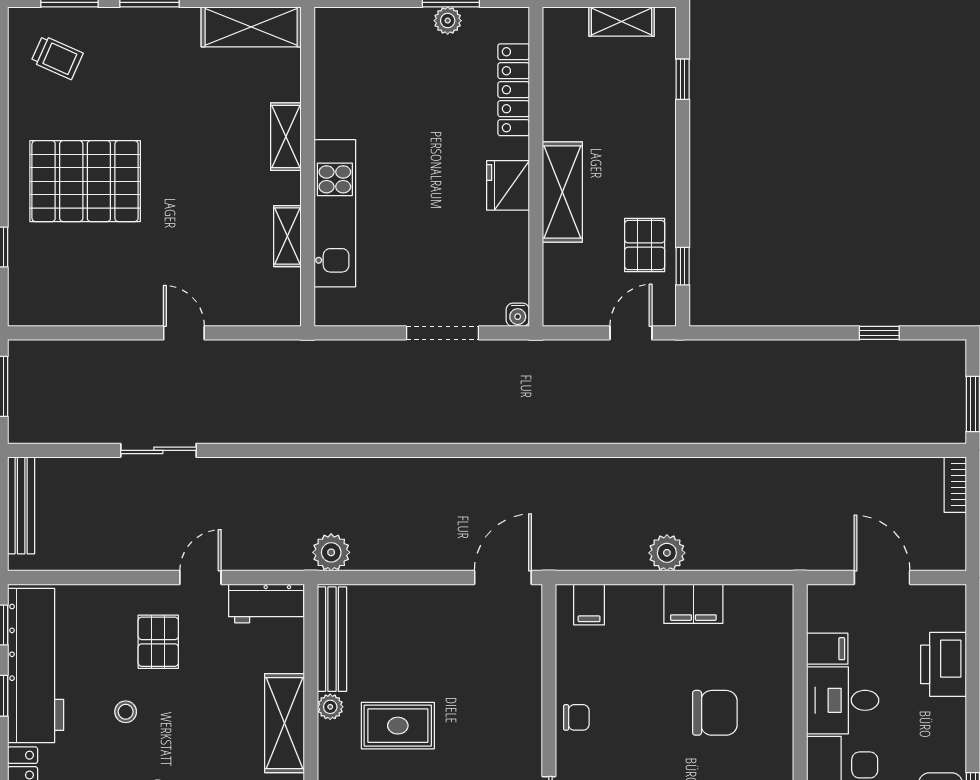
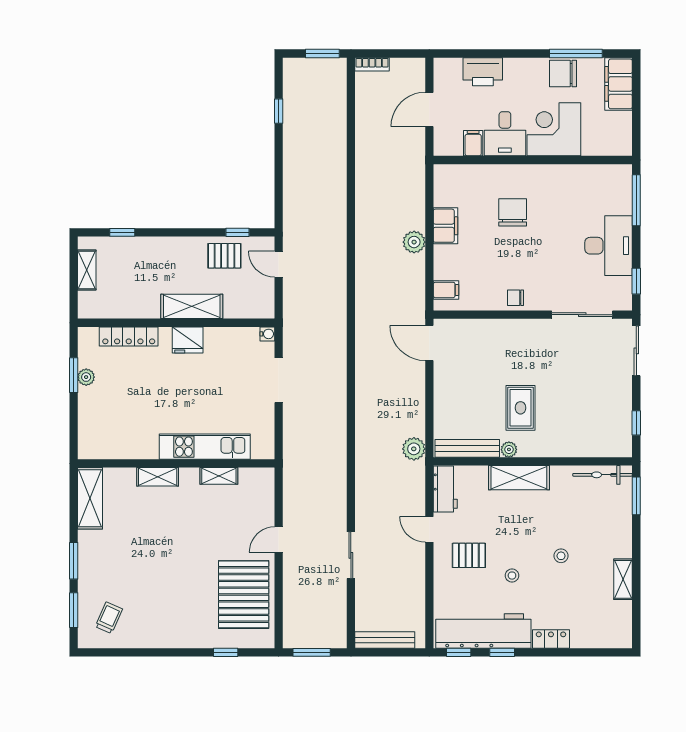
pallet: (85, 181) -> (244, 594), moved
chair: (576, 717) -> (515, 298), turned -90

